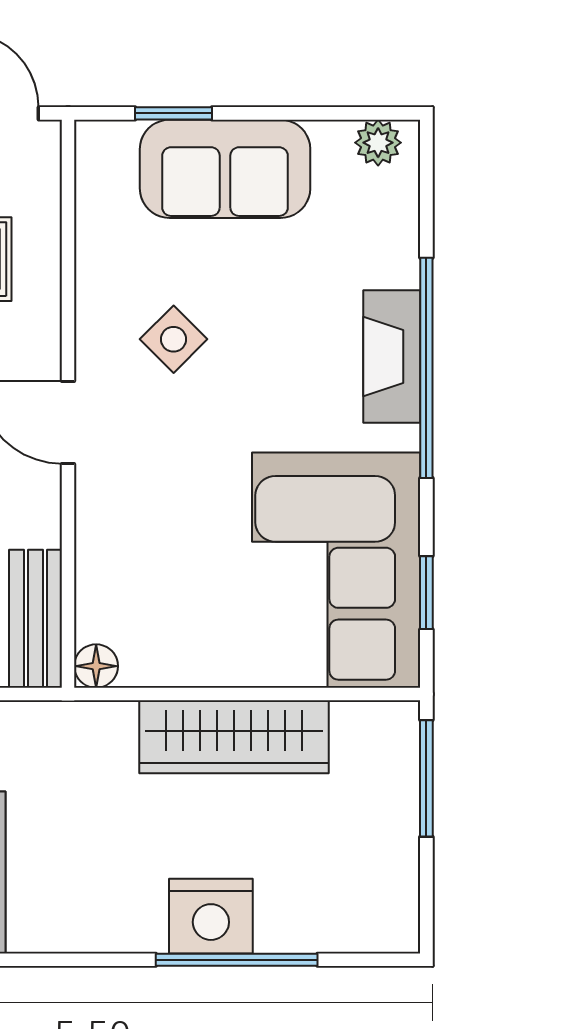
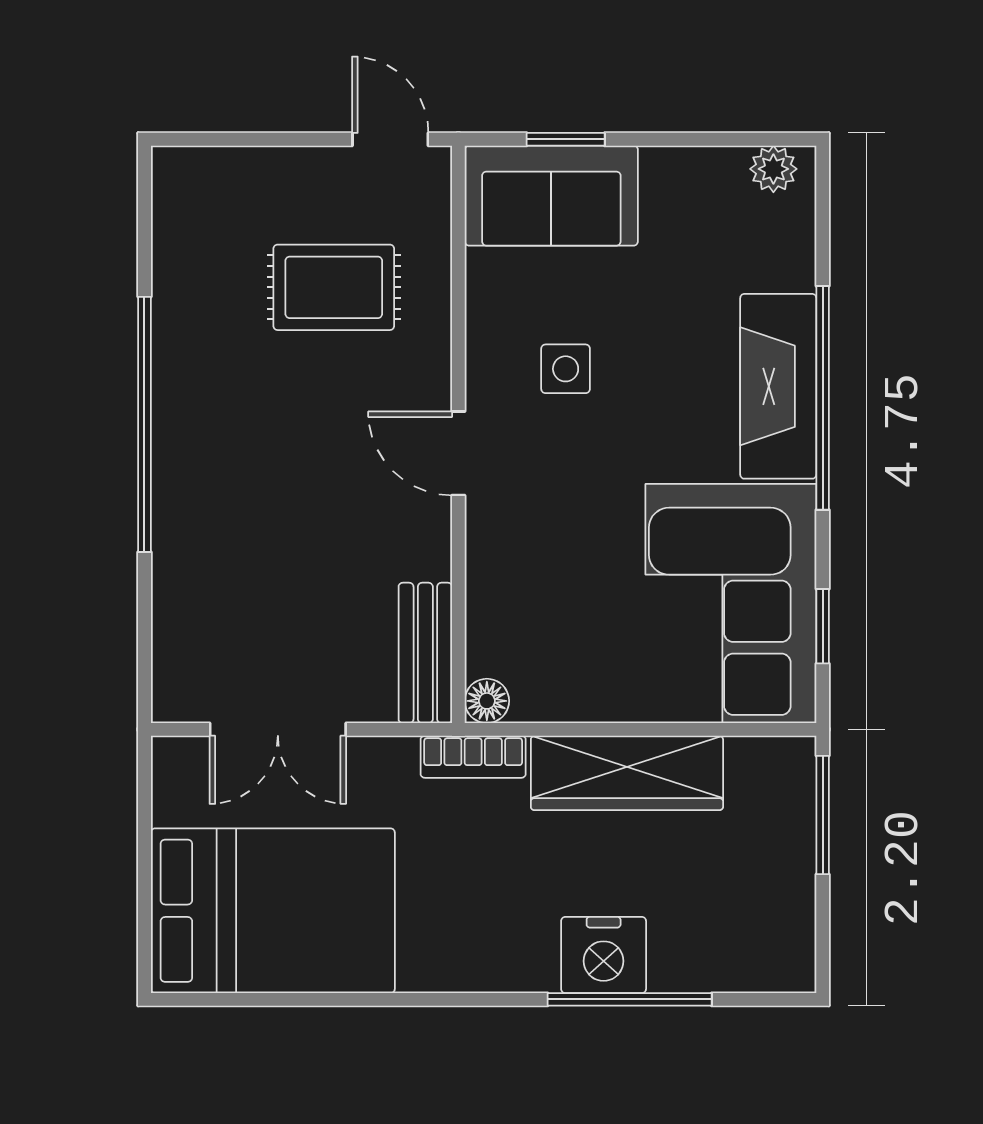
sofa: (225, 169) -> (551, 196), moved
side table: (174, 339) -> (566, 369), turned 45
fireplace: (392, 356) -> (778, 386), width x1.37, depth x1.32
bookcase: (83, 721) -> (473, 757), added

